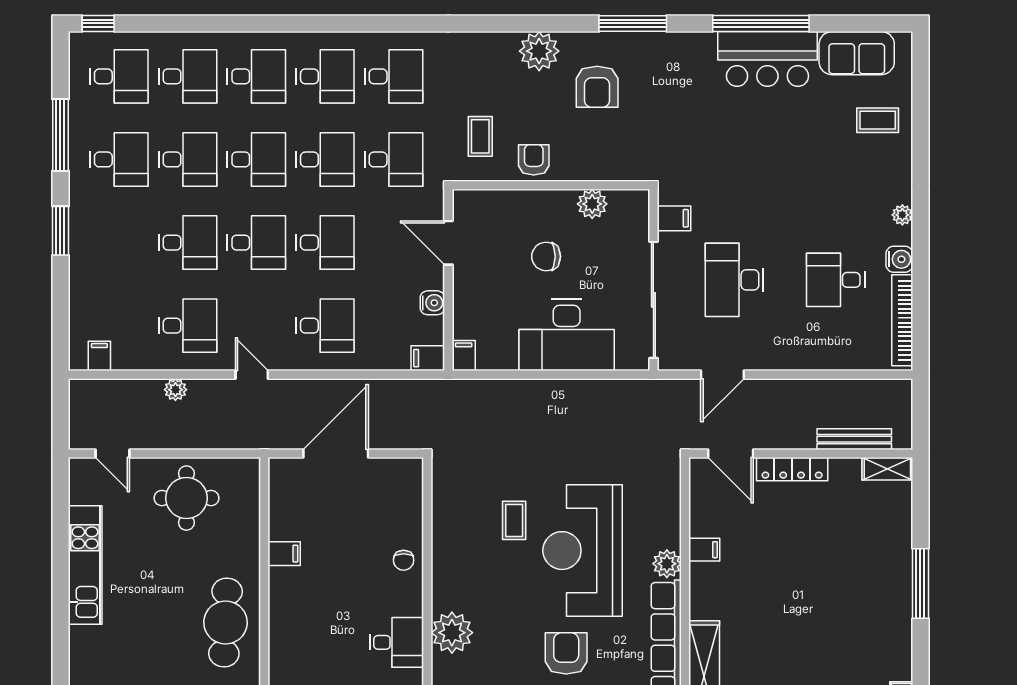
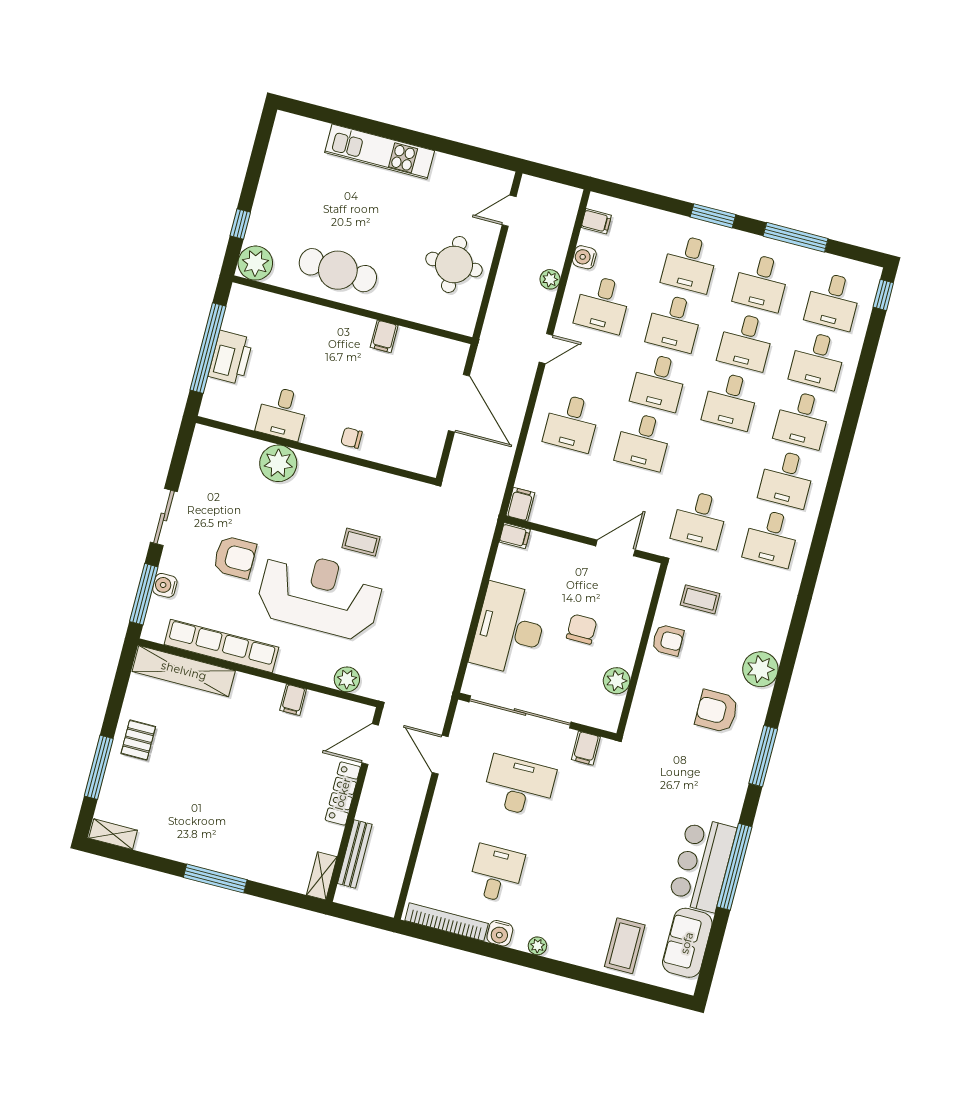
coffee table: (878, 120) -> (625, 946), width x1.36, depth x1.30
desk: (325, 159) -> (690, 264), moved
water cooler: (432, 303) -> (584, 257), moved, turned 90
plant: (667, 564) -> (347, 679), moved
kitchen unit: (85, 565) -> (380, 152), moved

